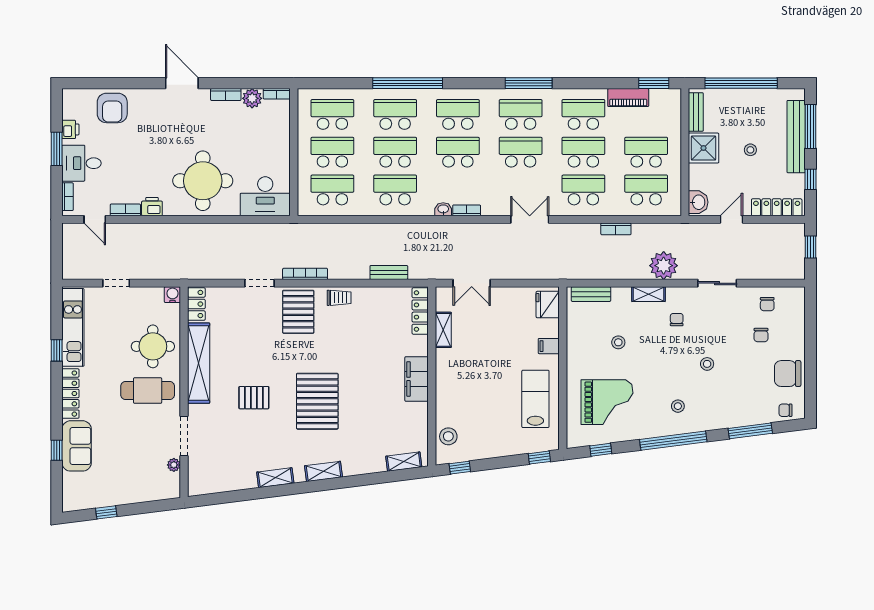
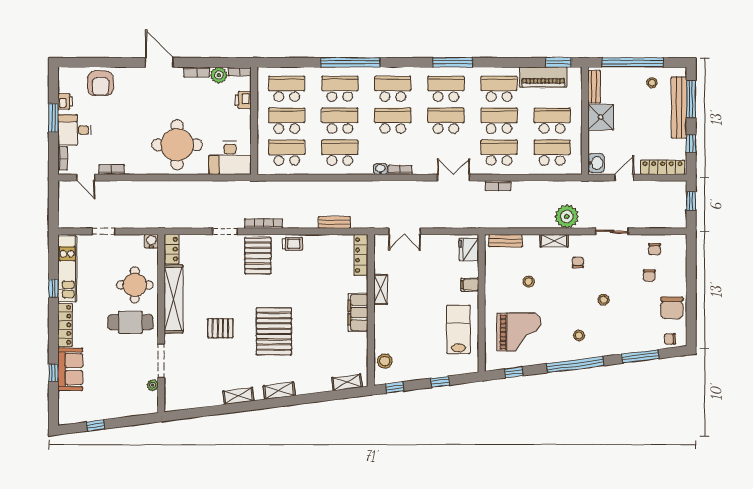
piano: (628, 98) -> (543, 77), width x1.37, depth x1.33
stool: (750, 150) -> (652, 83), moved
printer: (152, 207) -> (243, 100), moved, turned -90
bookcase: (616, 229) -> (498, 186), moved
shelving: (443, 330) -> (380, 289), moved
chair: (788, 374) -> (672, 308), turned -90
window: (539, 458) -> (440, 382), moved

